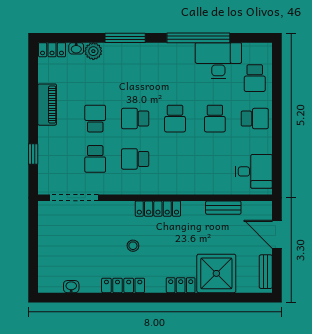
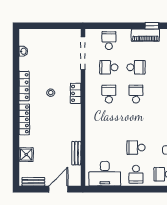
school desk: (175, 119) -> (109, 41), moved, turned 90
window: (33, 154) -> (152, 26), moved
desk: (254, 171) -> (105, 174), width x1.37
locker: (158, 209) -> (76, 93), moved, width x0.66
shower: (216, 273) -> (26, 155), width x0.54, depth x0.54
locker: (181, 285) -> (24, 119), width x1.53

